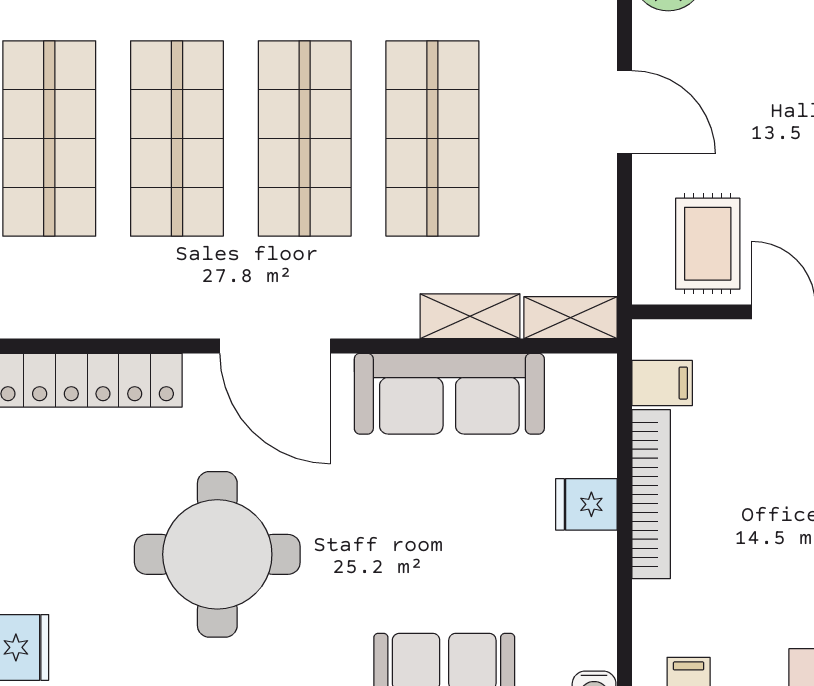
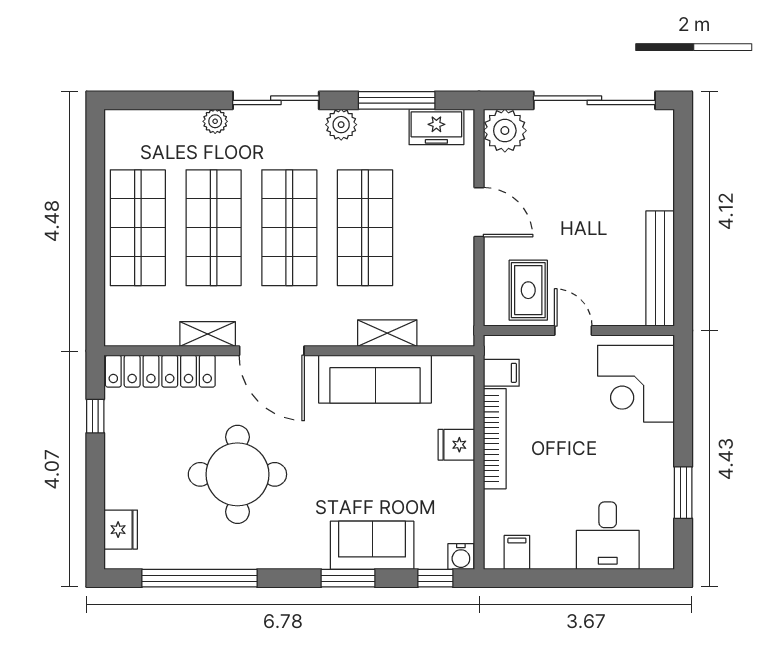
shelving: (571, 318) -> (208, 334), moved

